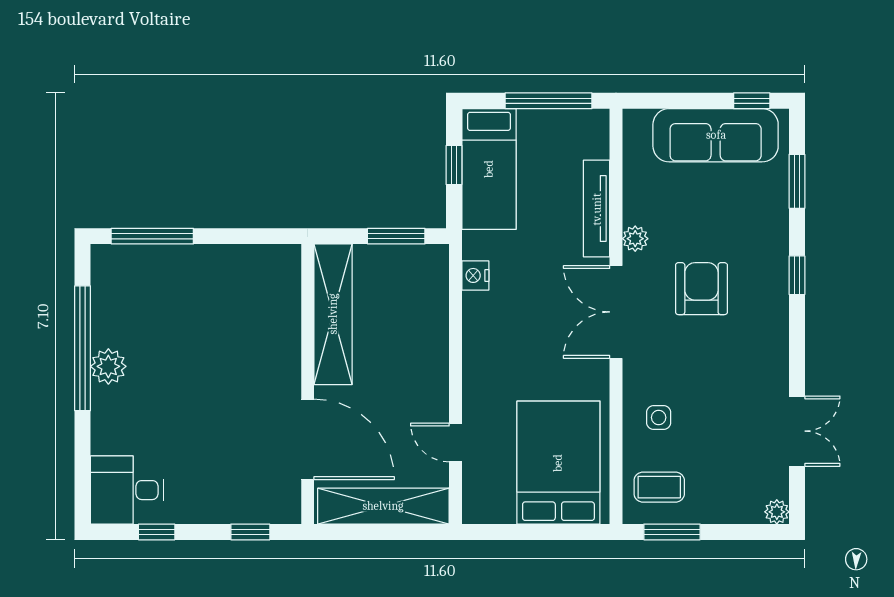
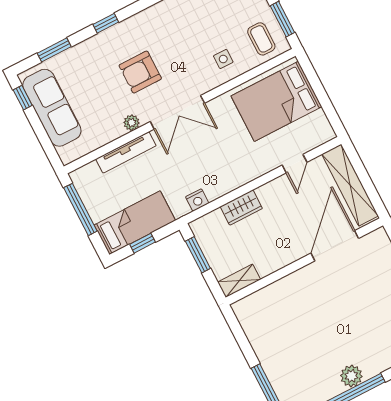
shelving: (333, 314) -> (239, 281), width x0.45, depth x0.75
wardrobe: (432, 333) -> (241, 208), added

